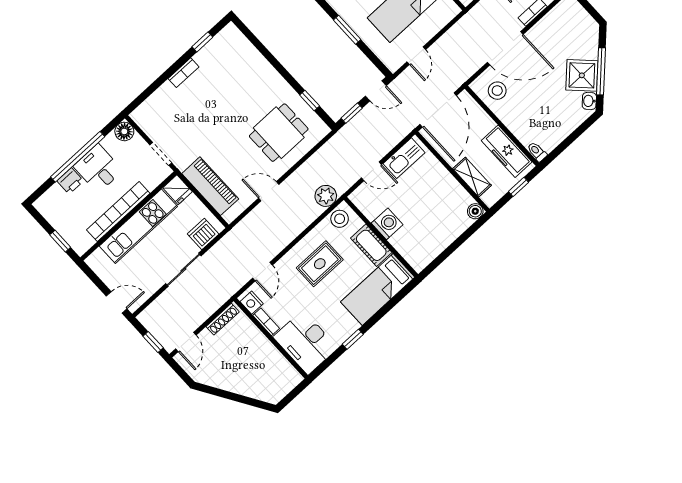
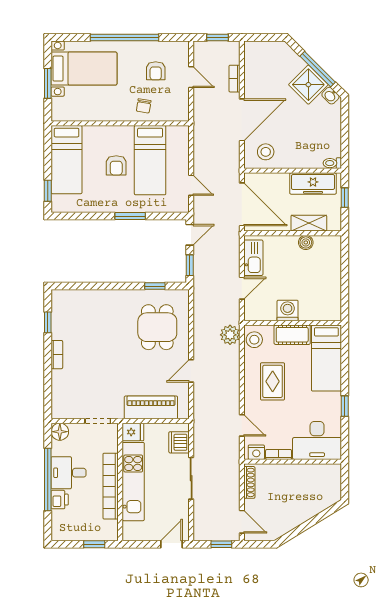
boiler: (475, 211) -> (306, 242), moved

